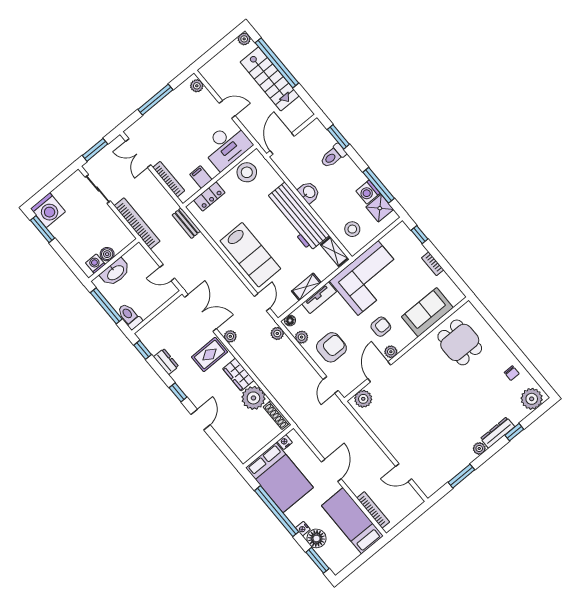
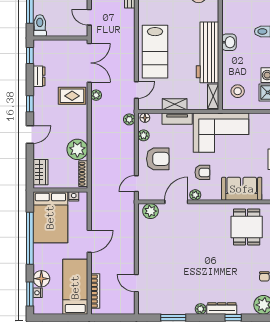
wardrobe: (238, 375) -> (40, 172), moved, turned 180
nightstand: (303, 529) -> (38, 293), moved

